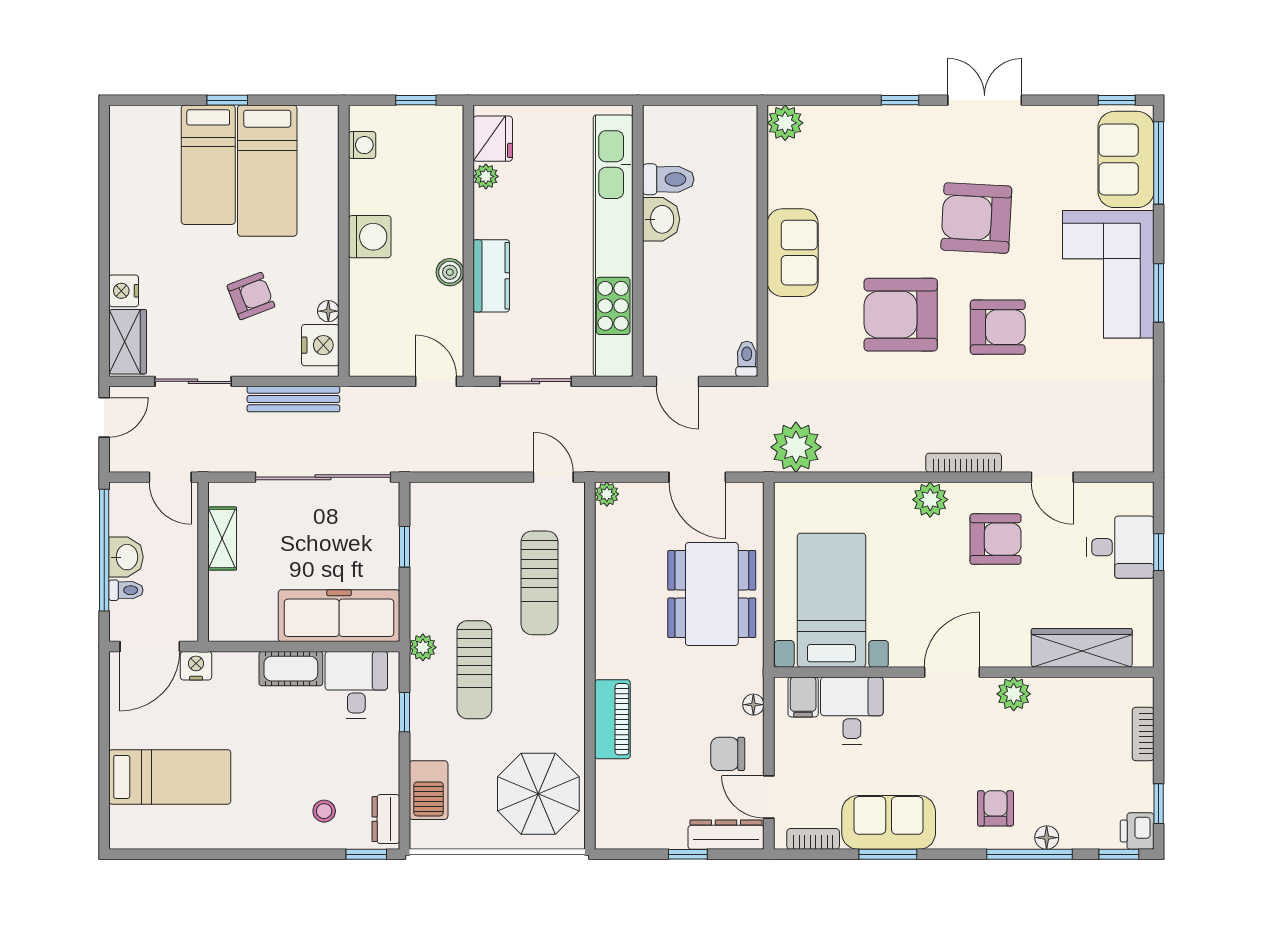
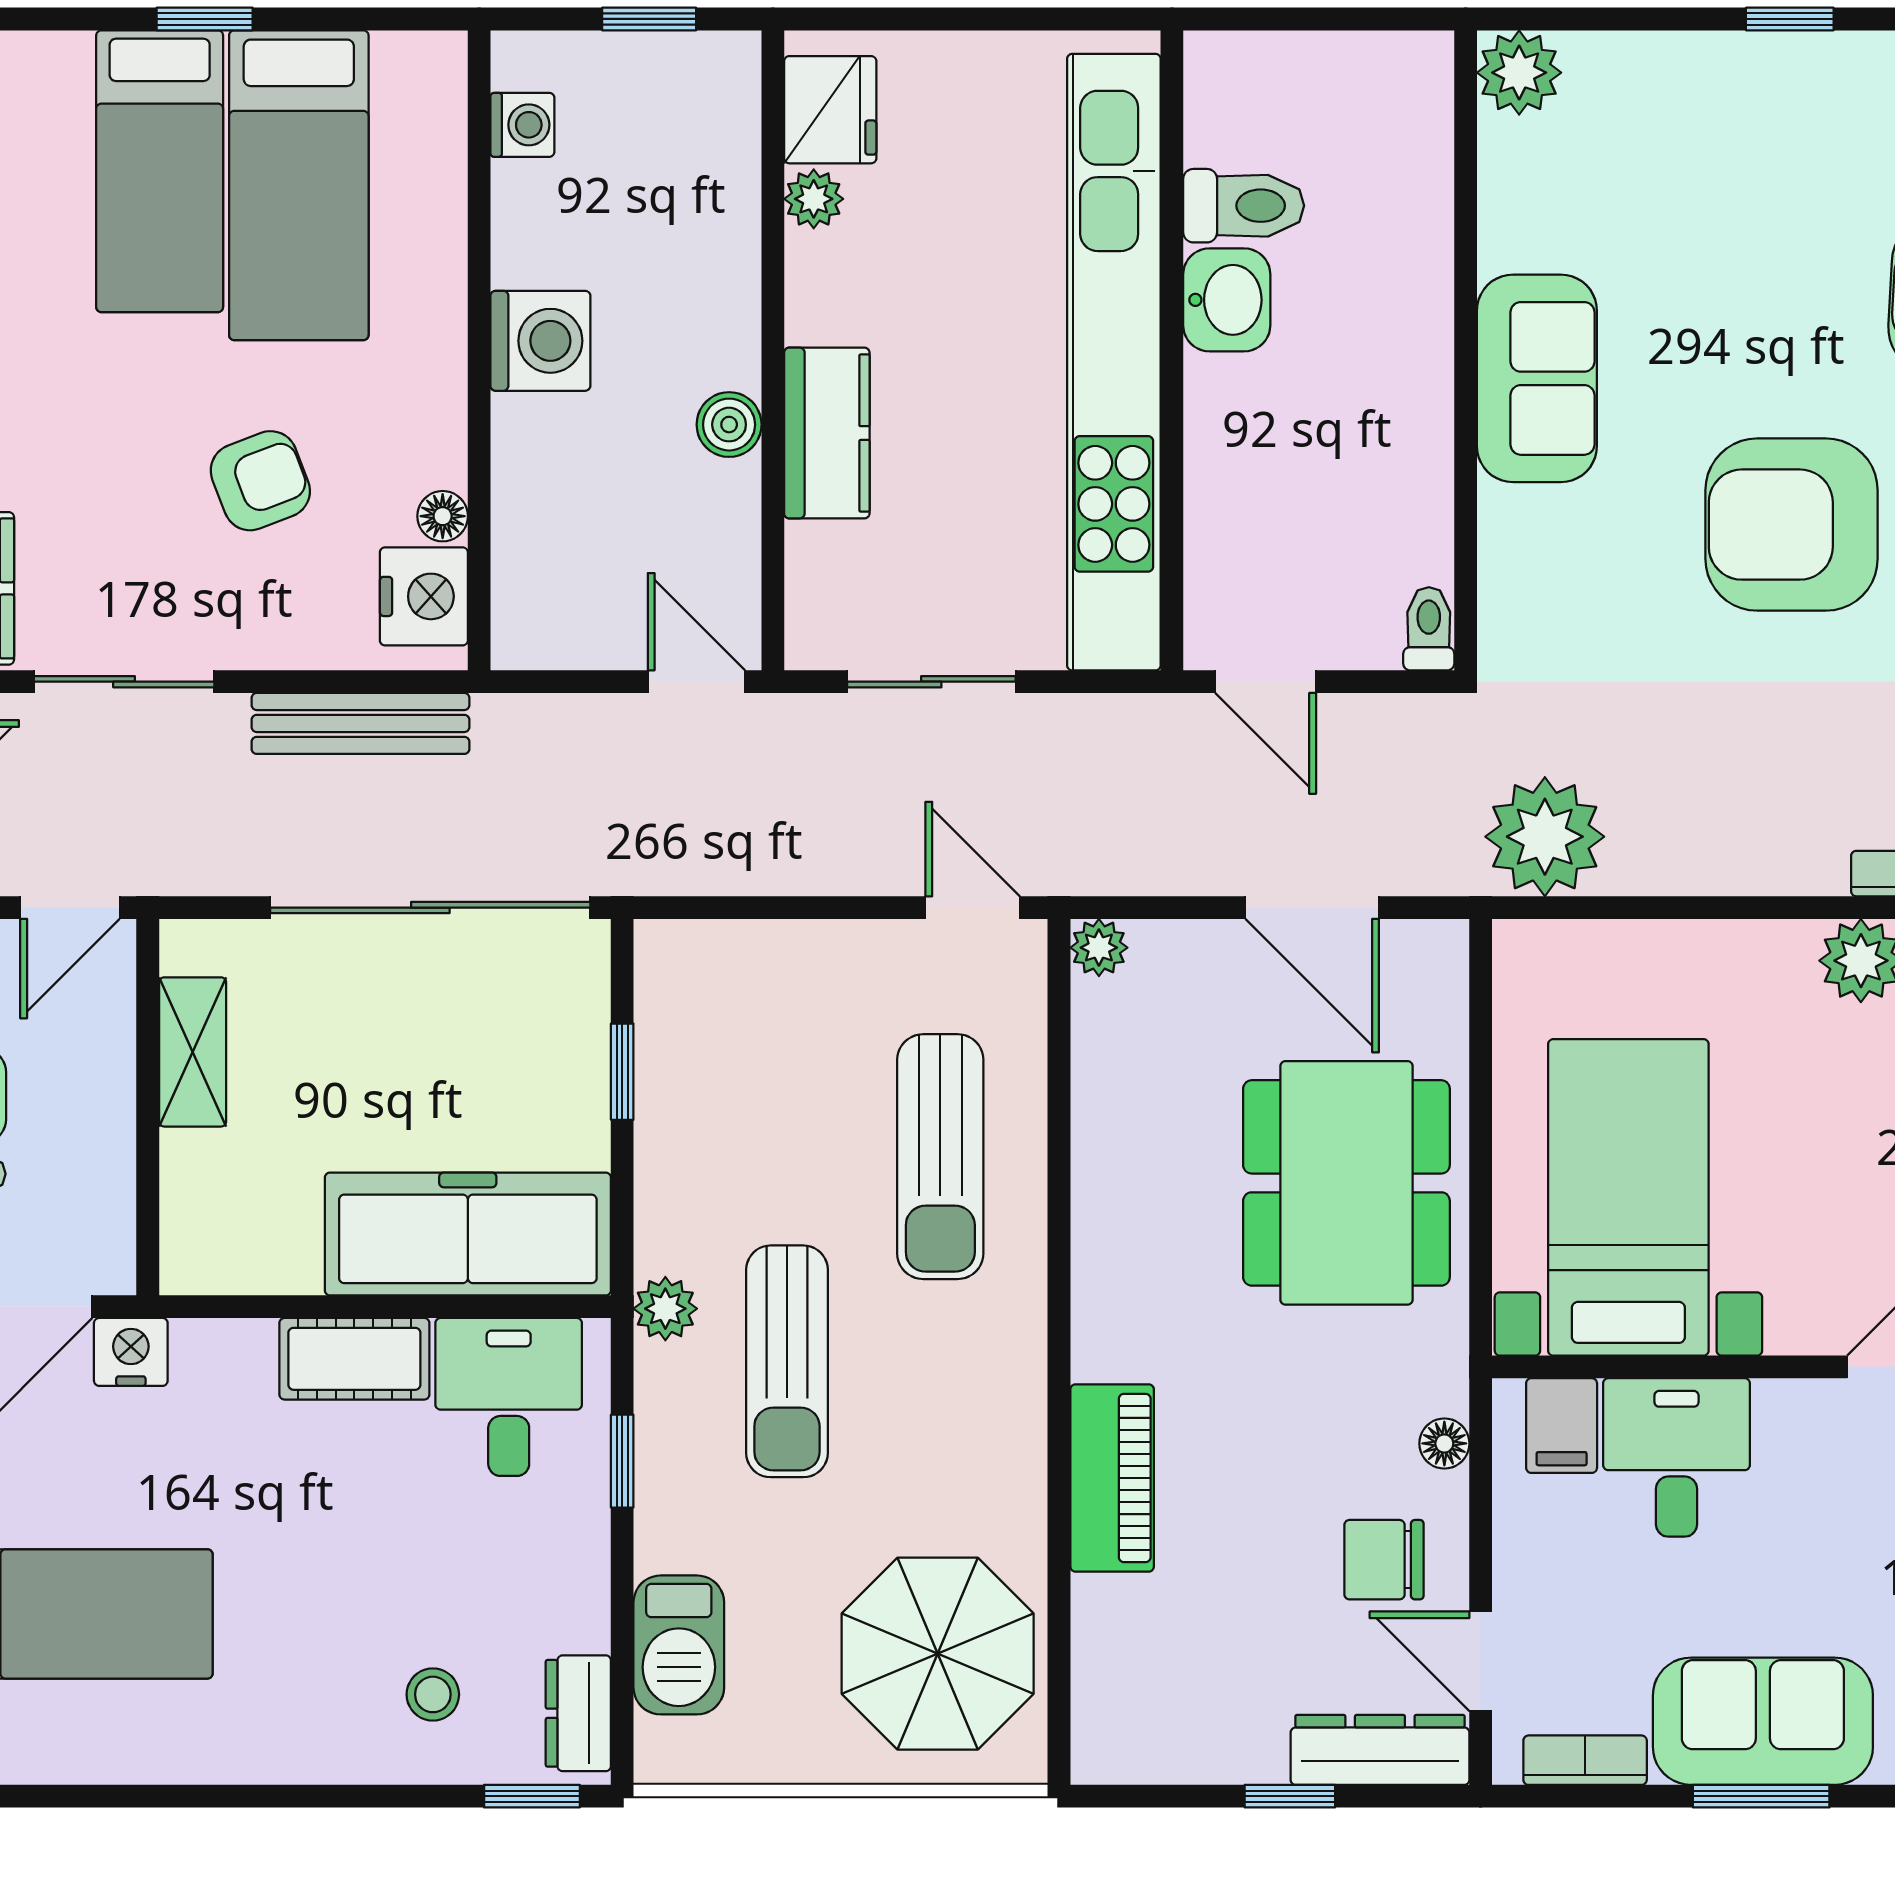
door: (170, 477) -> (70, 908), hinge flipped

